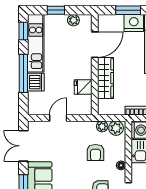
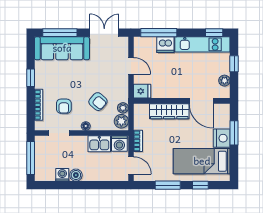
window: (23, 73) -> (159, 33), moved
fridge: (83, 87) -> (142, 91), moved, turned 90
armchair: (95, 153) -> (98, 102), turned -139

